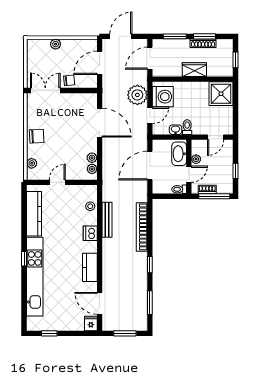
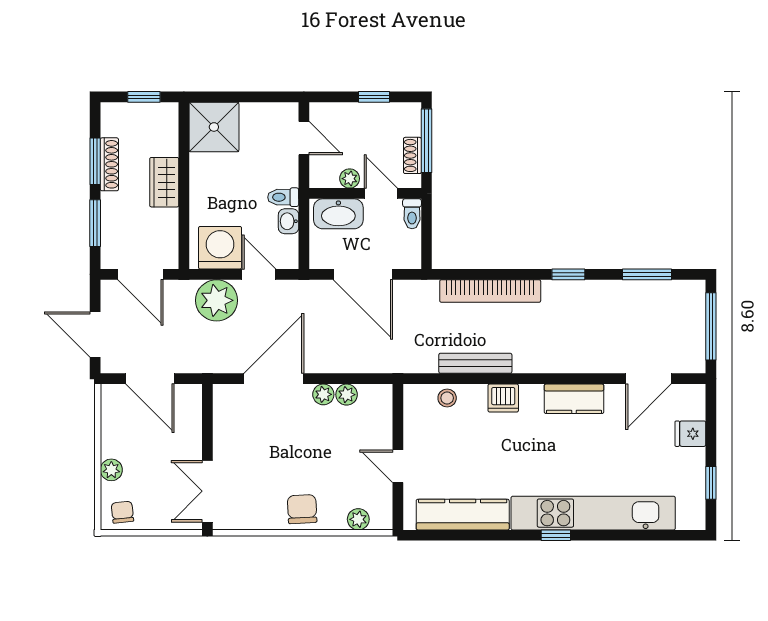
chair: (69, 80) -> (122, 512), moved
plant: (92, 169) -> (323, 394), moved
fridge: (91, 324) -> (690, 434), moved
window: (125, 333) -> (711, 326), width x1.44

